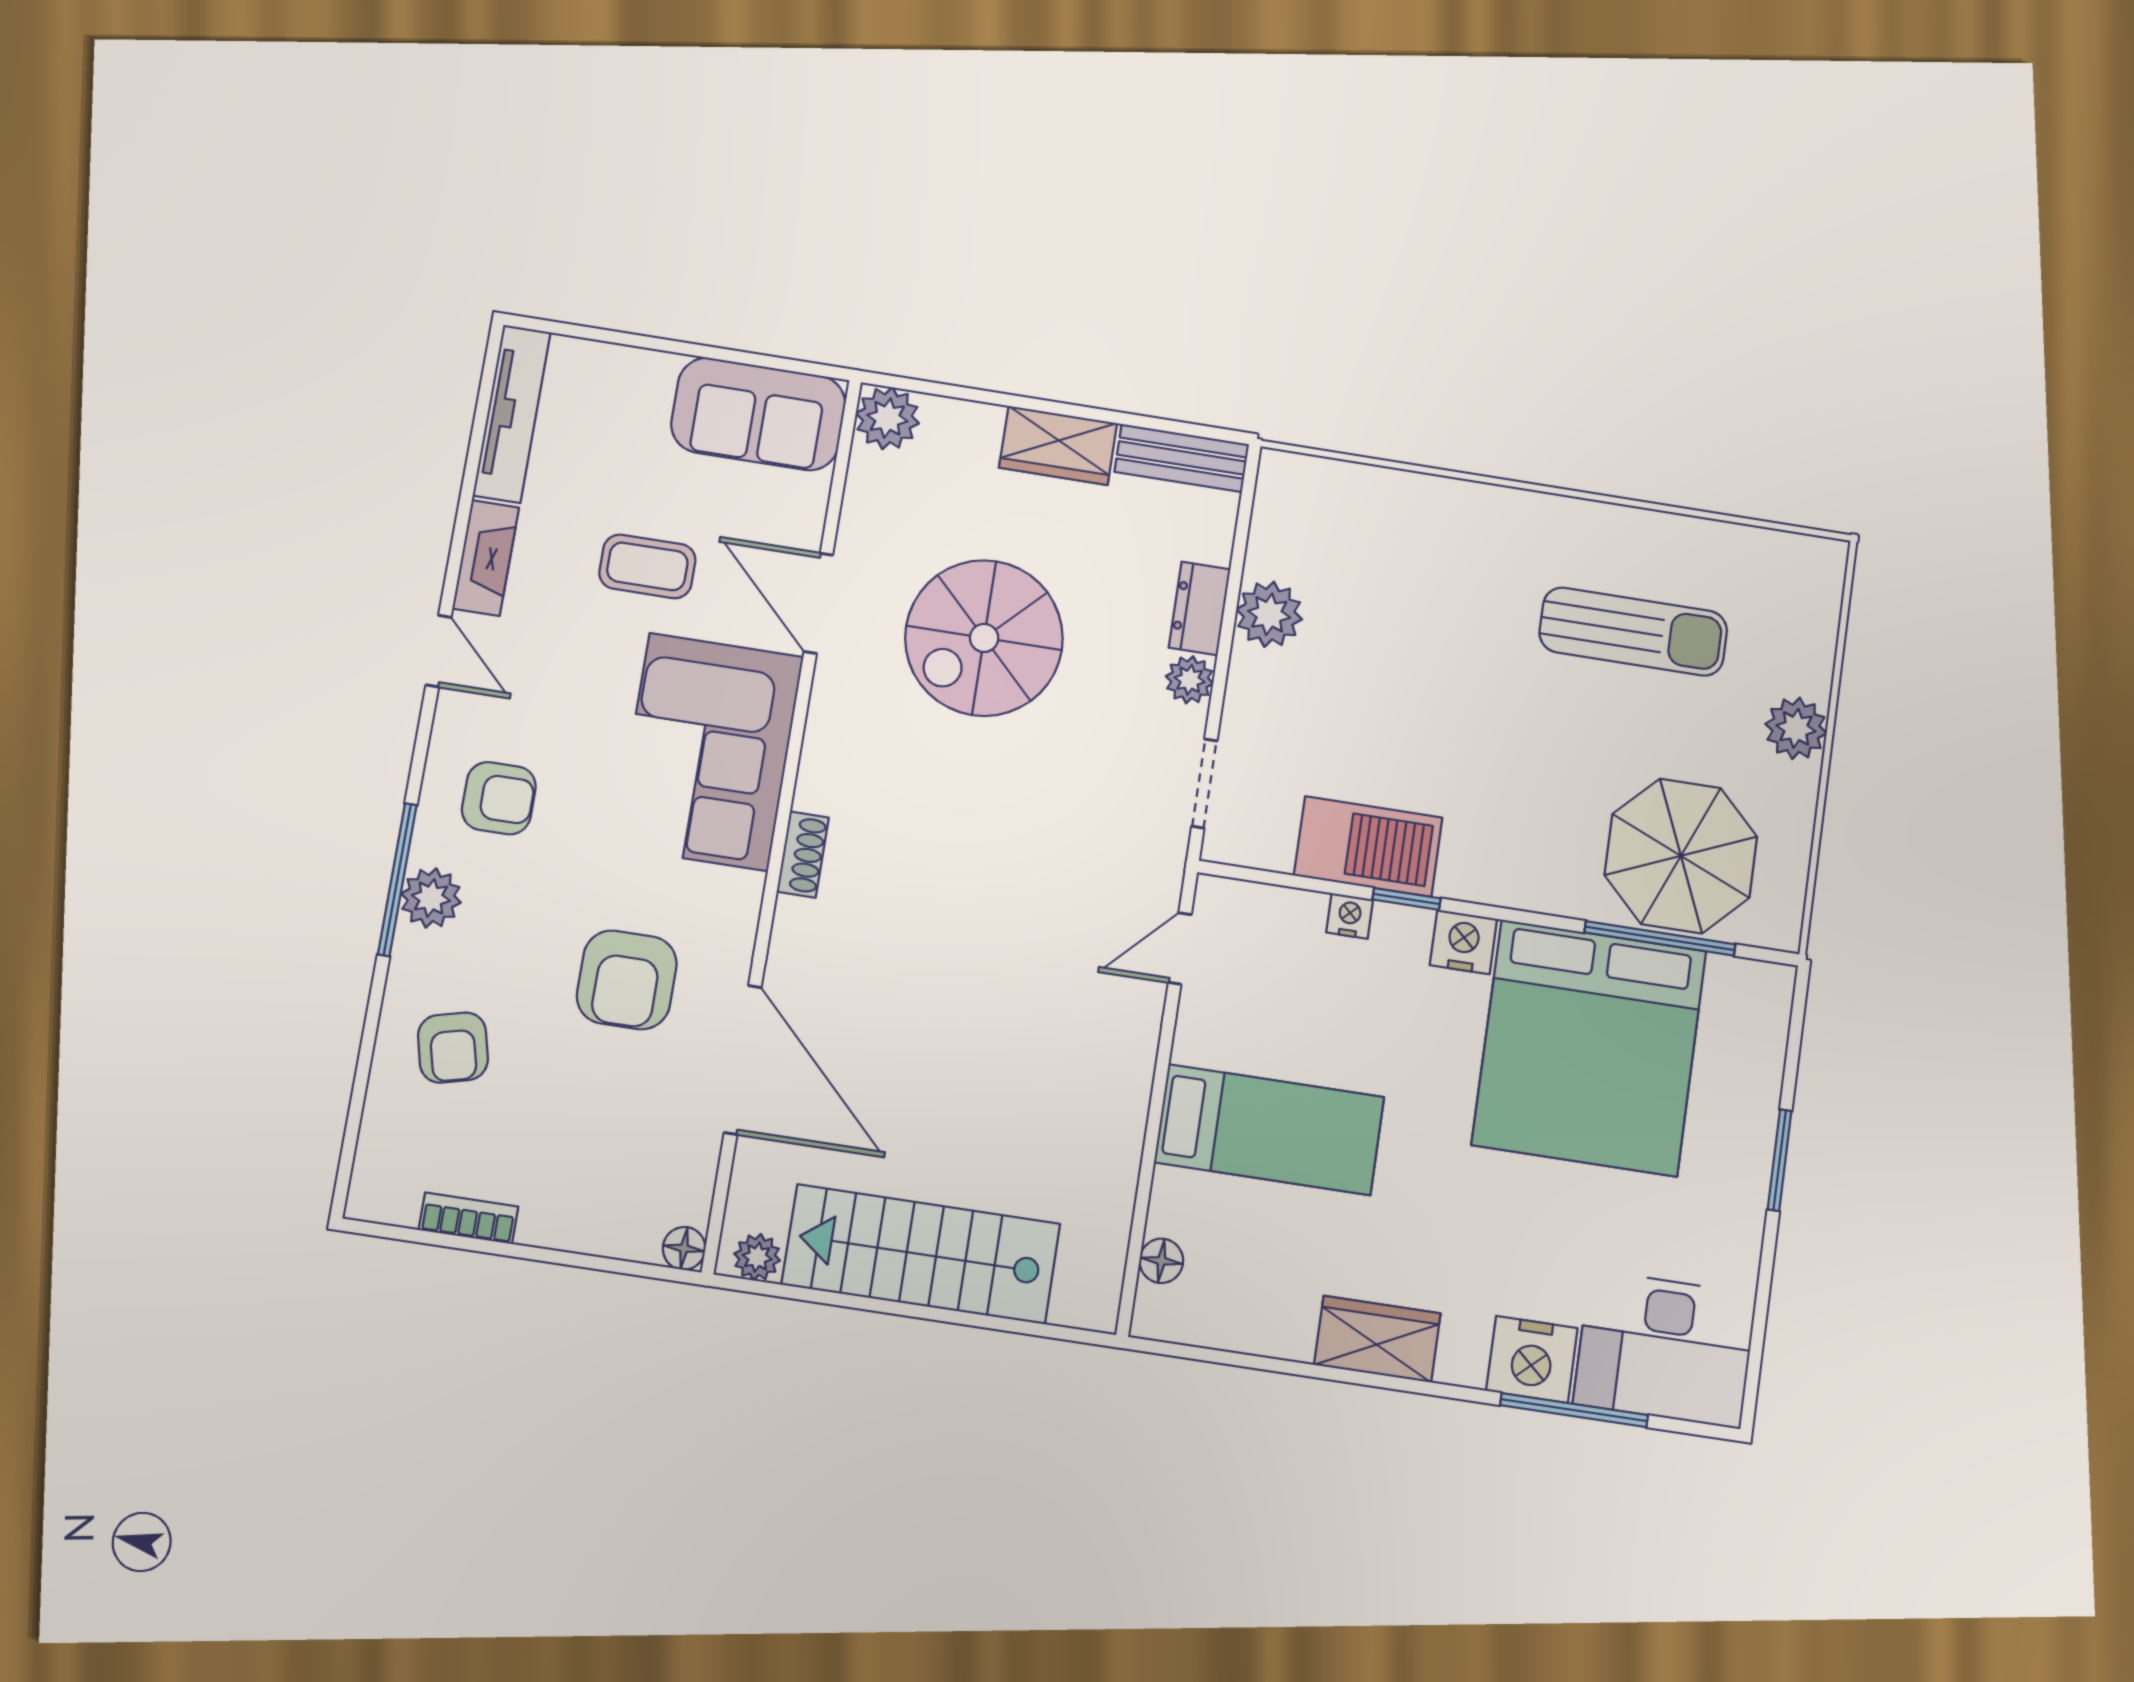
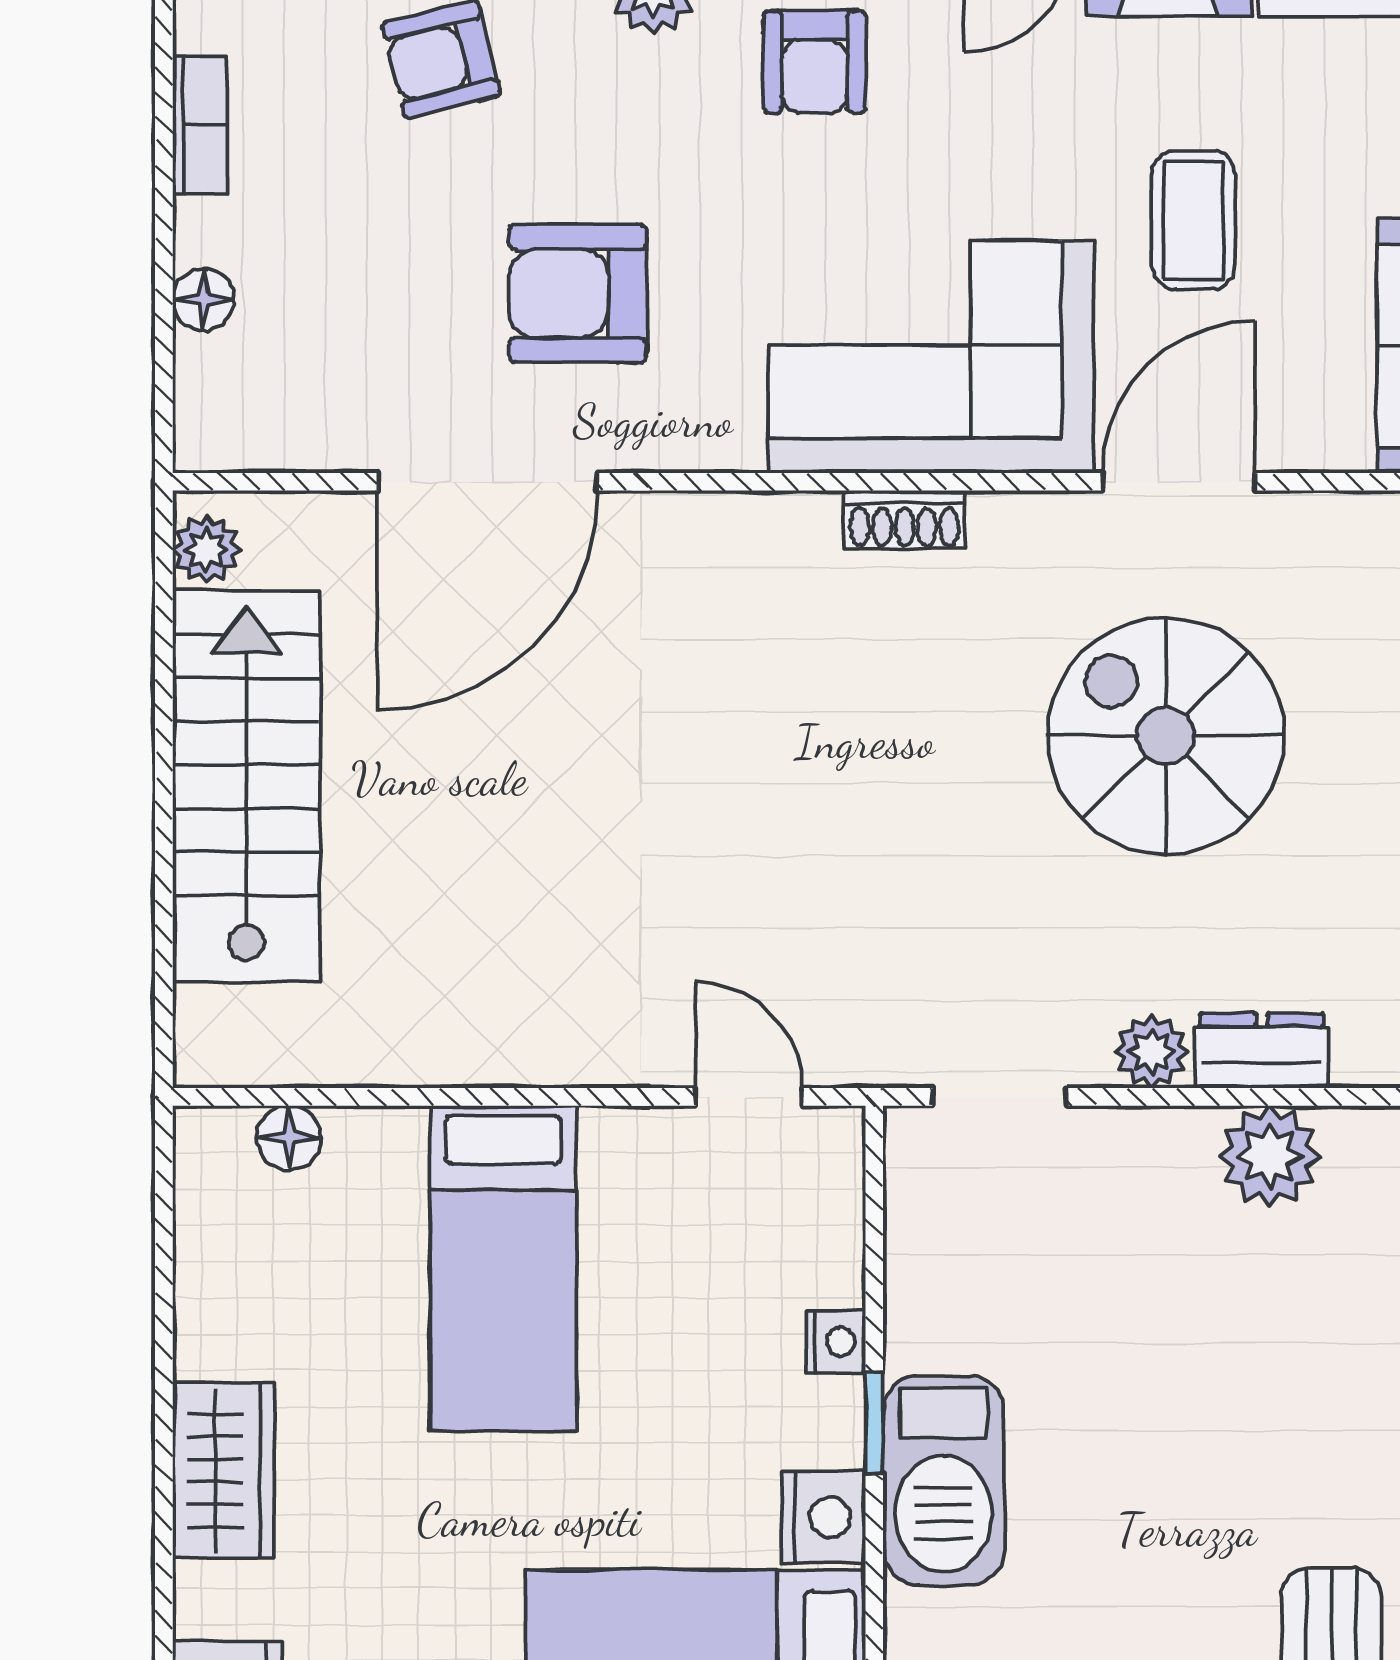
barbecue: (1368, 847) -> (944, 1480), moved
shoe rack: (803, 855) -> (905, 520), moved
floor lamp: (684, 1248) -> (203, 300), moved

